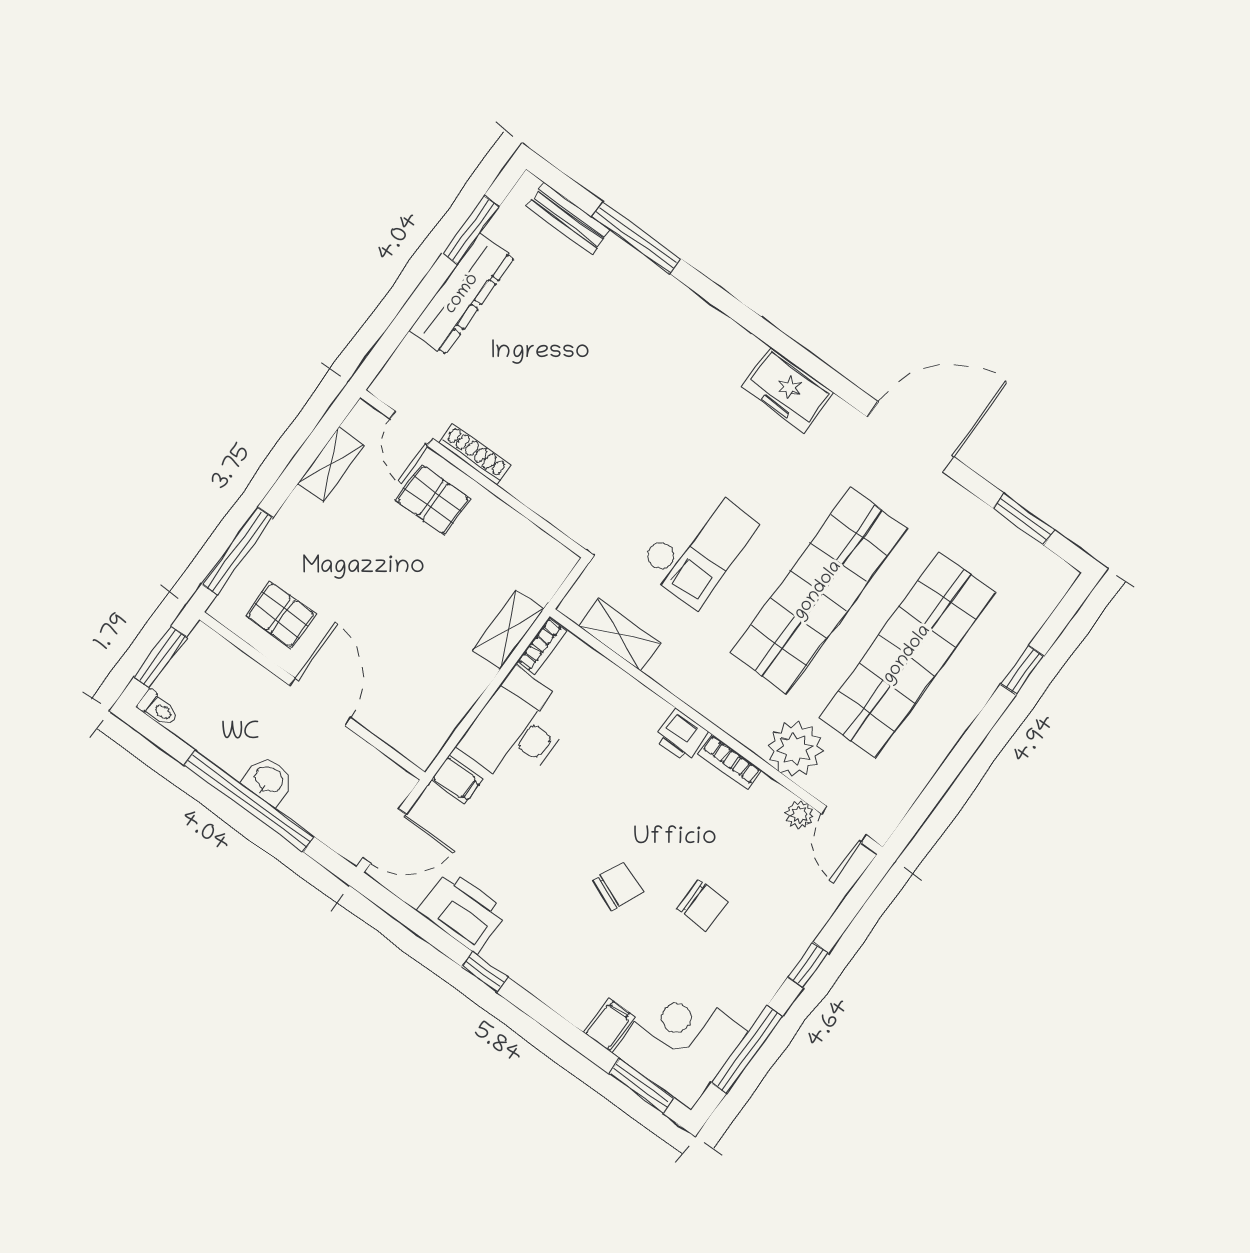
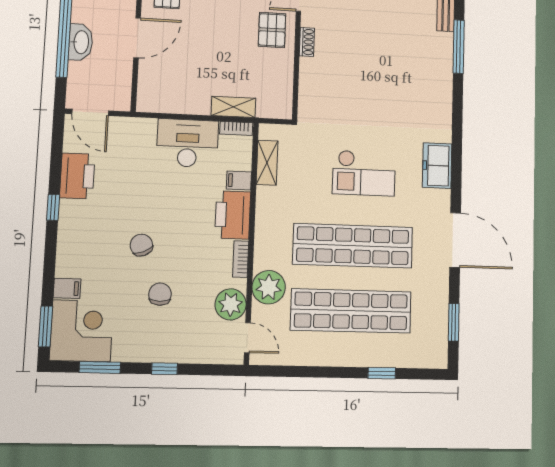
shoe rack: (475, 454) -> (307, 42), width x0.70
checkout: (699, 545) -> (364, 173), moved
printer: (681, 735) -> (233, 215), width x1.87, depth x1.48
washbasin: (268, 780) -> (81, 42), width x1.38
filing cabinet: (457, 780) -> (239, 180), moved, turned 90
plant: (800, 815) -> (231, 304), width x1.87, depth x1.87
door: (844, 825) -> (247, 338), swing flipped
chair: (618, 886) -> (141, 245), turned -135
chair: (702, 905) -> (160, 294), turned 180
window: (747, 1050) -> (100, 367), width x0.69

